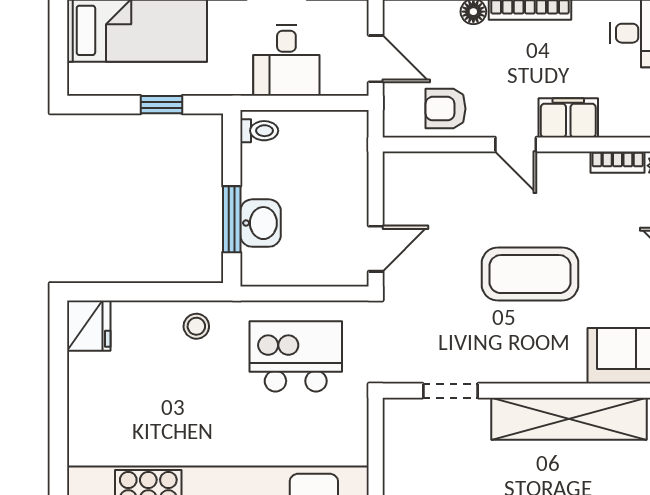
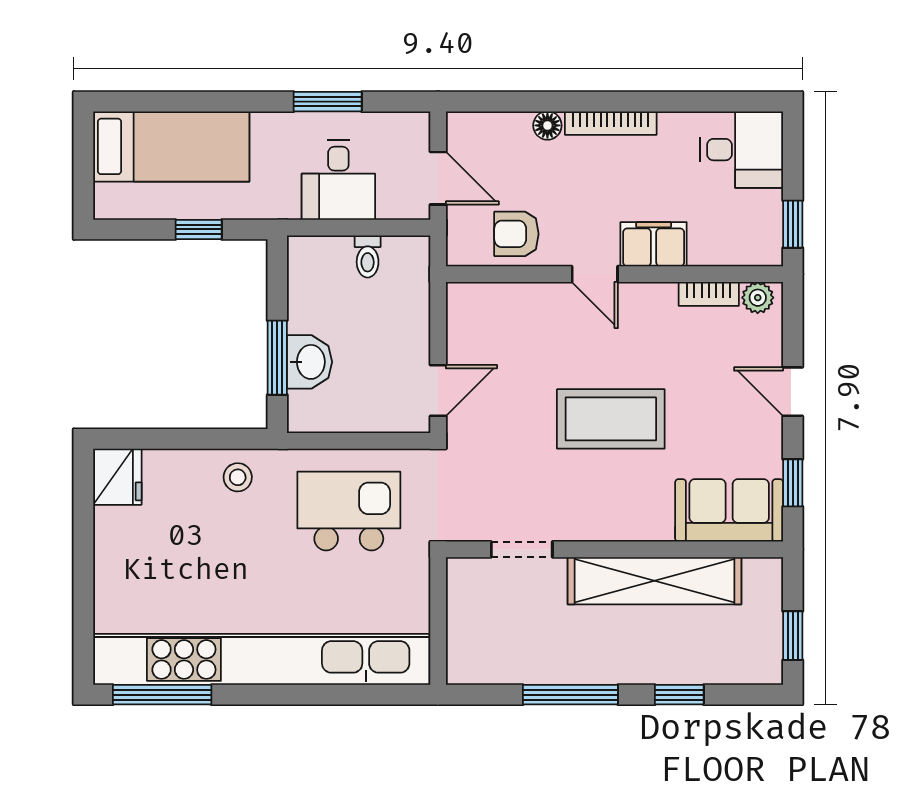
toilet: (259, 131) -> (368, 256), moved, turned 90

